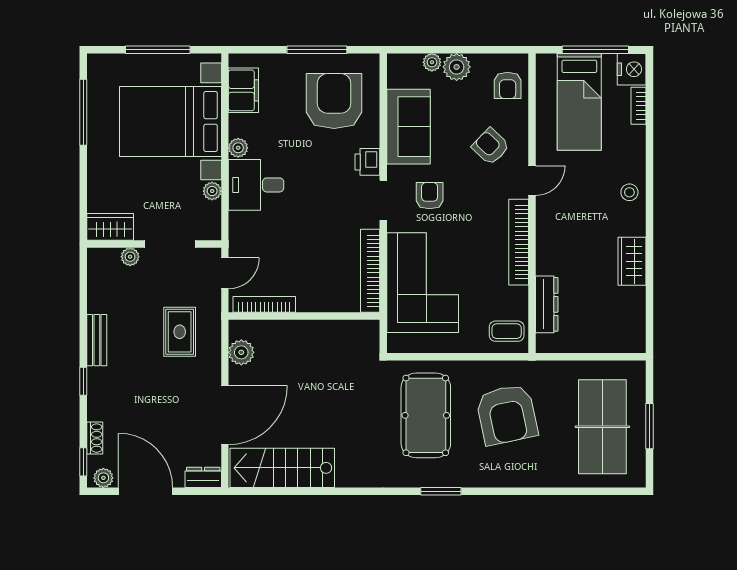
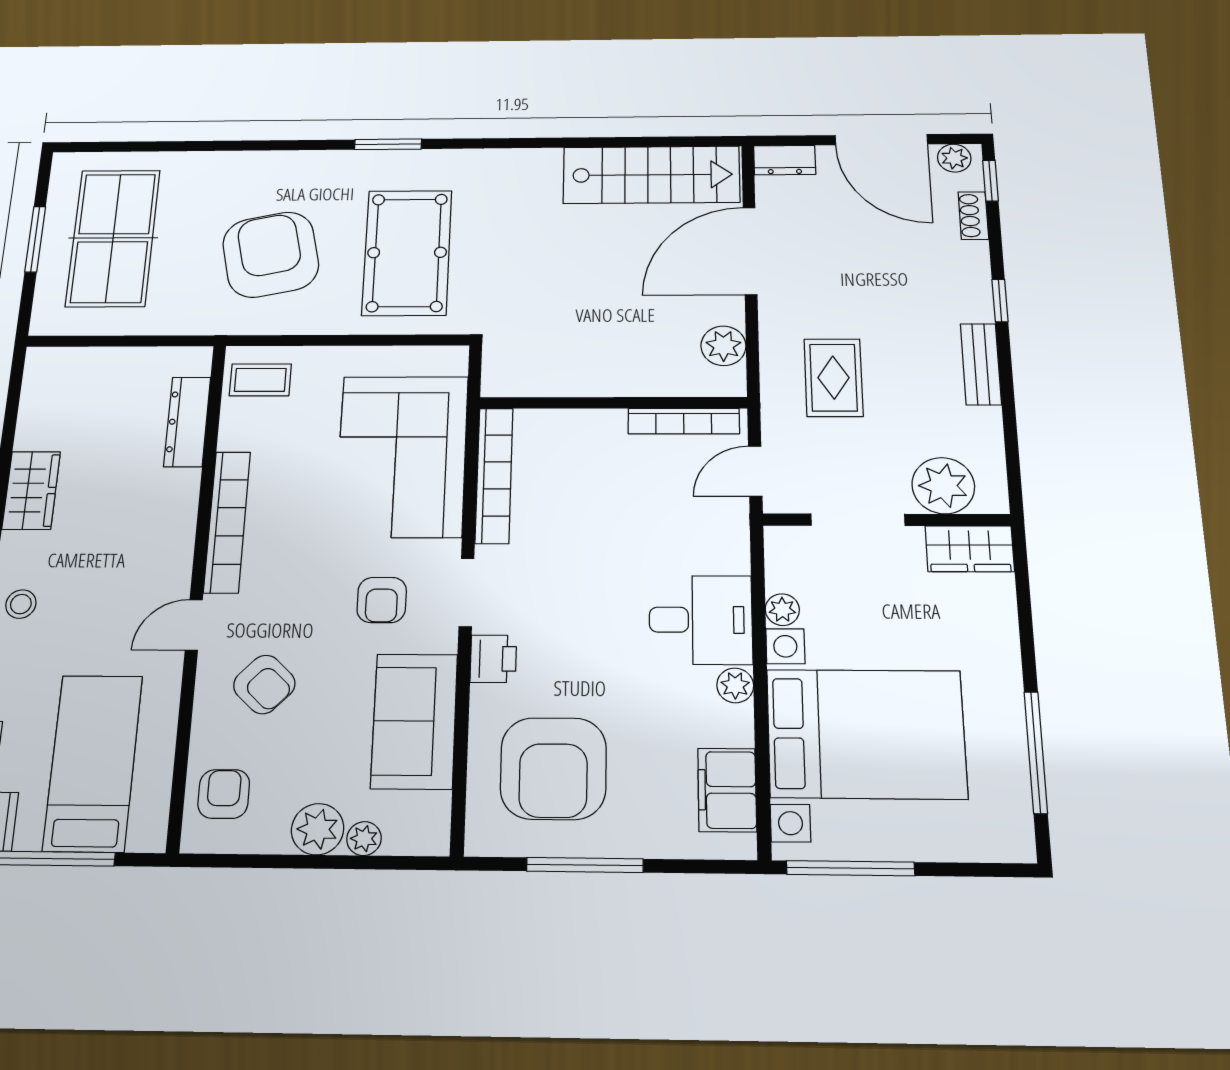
window: (158, 50) -> (850, 868), moved
plant: (130, 257) -> (943, 486), width x1.87, depth x1.87

